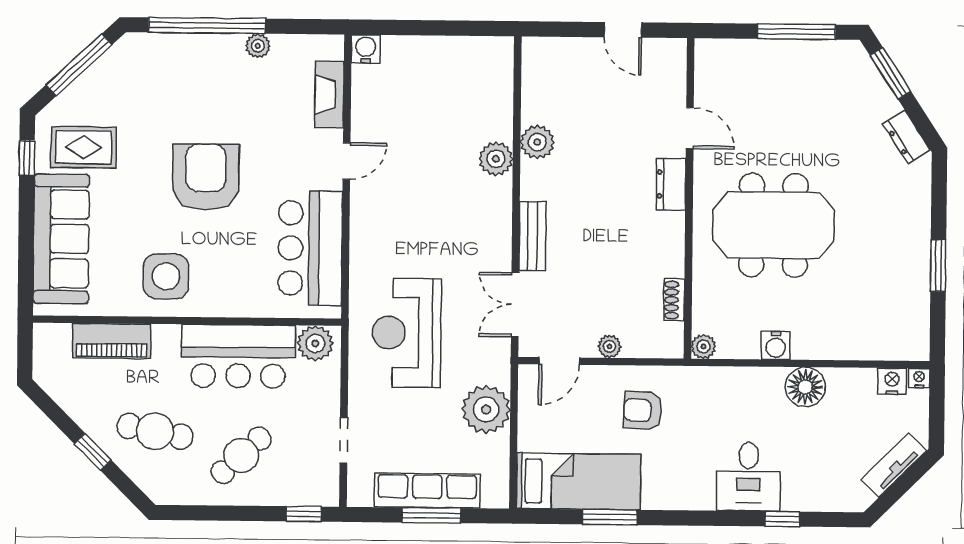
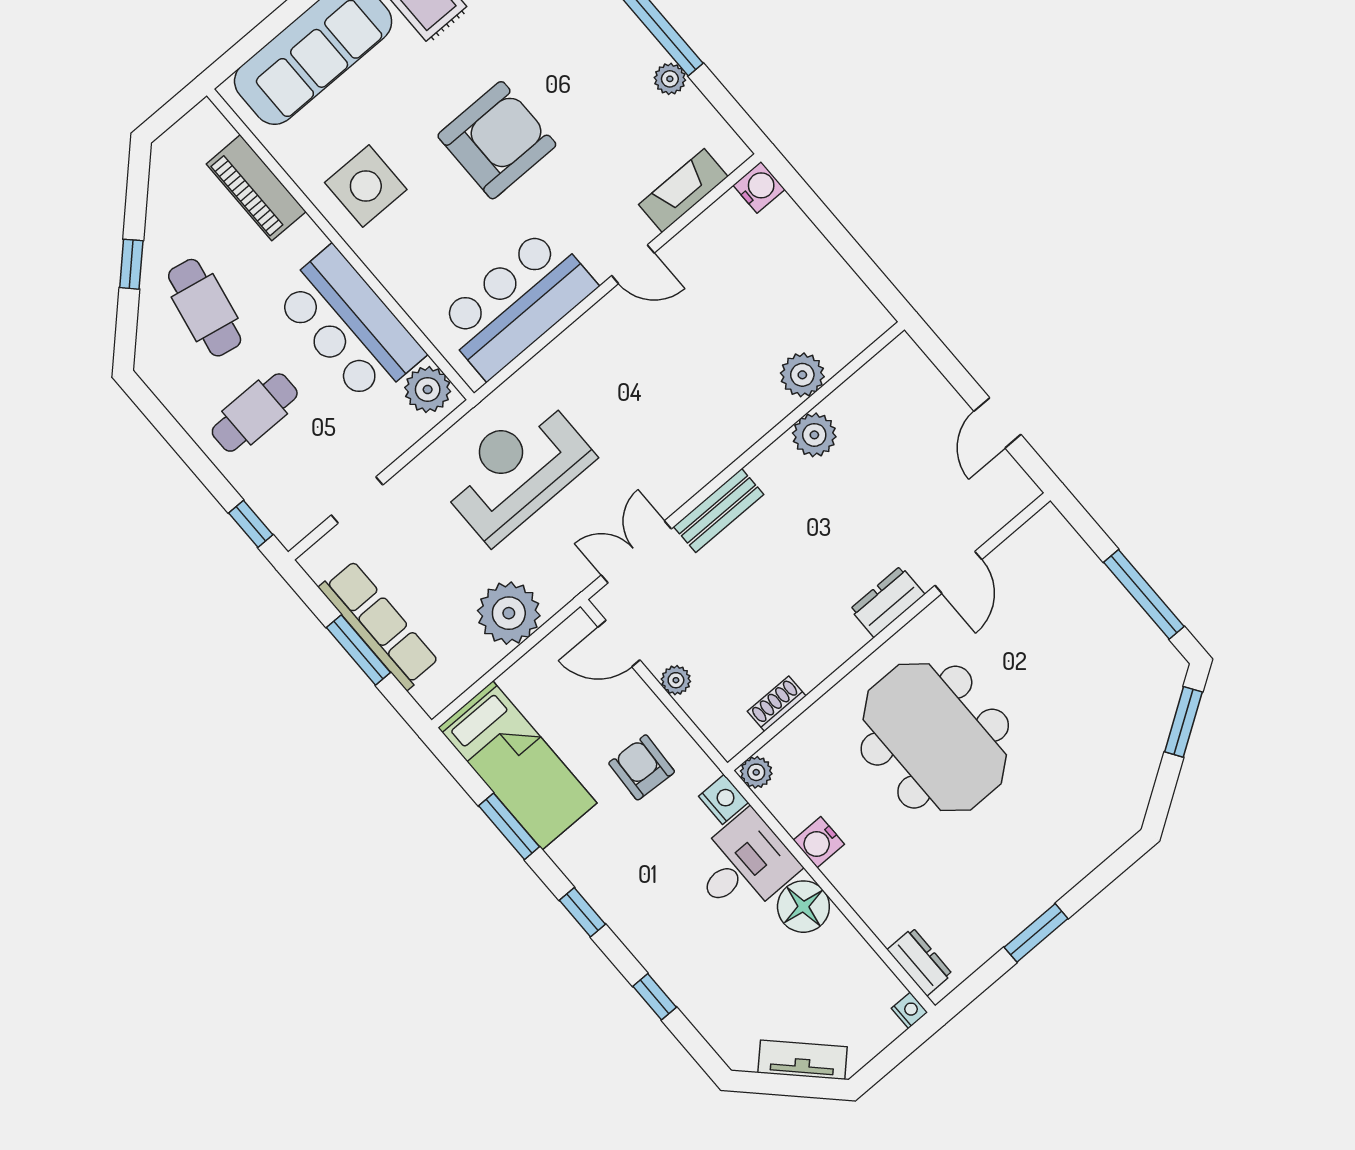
dresser: (907, 137) -> (920, 962), moved, turned 123
plant: (496, 159) -> (802, 375), moved
nightstand: (892, 381) -> (723, 799), moved
cafe table: (241, 455) -> (255, 413), turned -47
desk: (749, 477) -> (744, 865), moved, turned 180
window: (697, 518) -> (582, 912), added

